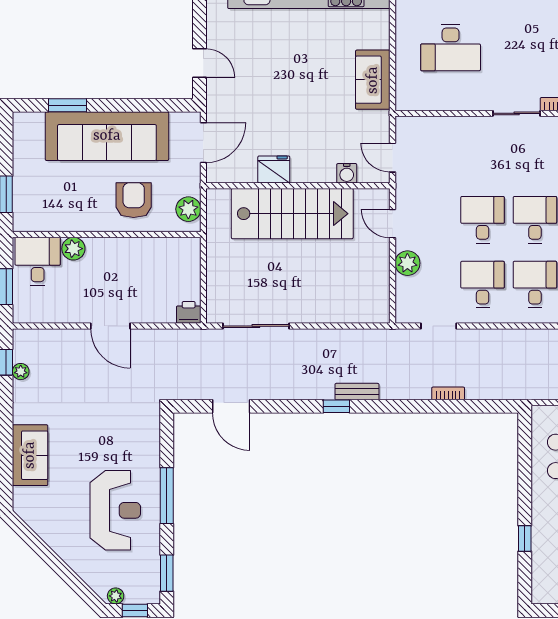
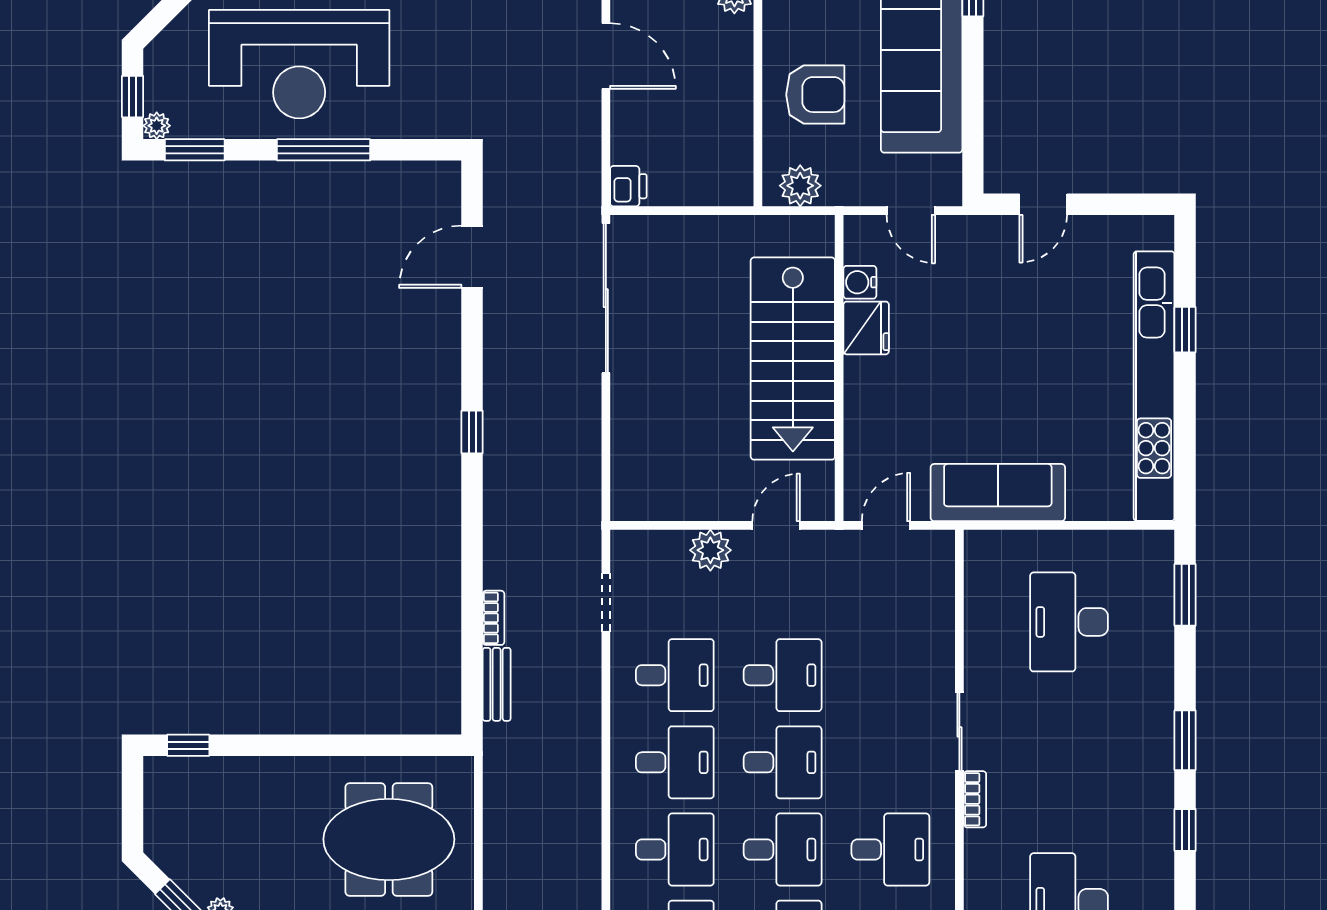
sofa: (373, 80) -> (998, 493), width x1.36
door: (203, 143) -> (911, 211), width x0.73
water cooler: (347, 173) -> (860, 282), moved
door: (110, 326) -> (606, 56), swing flipped
sliding door: (256, 326) -> (606, 298), width x1.36
bench: (357, 392) -> (497, 684), moved
reception desk: (115, 510) -> (299, 64), width x1.36, depth x1.30
window: (525, 539) -> (188, 745), moved
plant: (116, 596) -> (157, 126), moved

